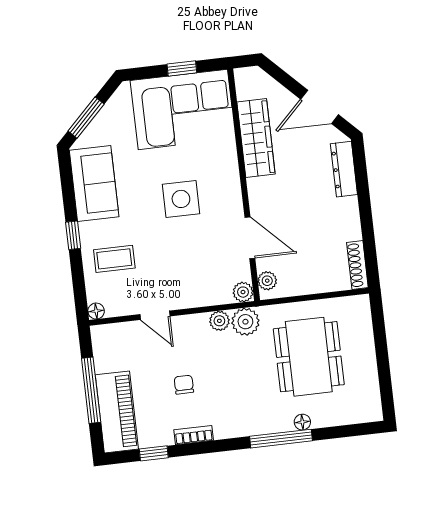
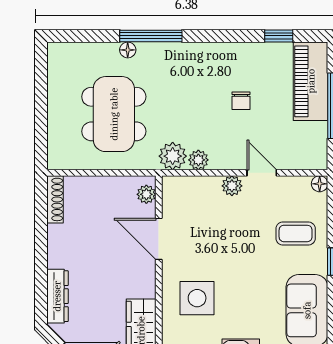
side table: (181, 199) -> (197, 298), moved
plant: (243, 292) -> (232, 186), moved
bookcase: (194, 435) -> (237, 50), removed

